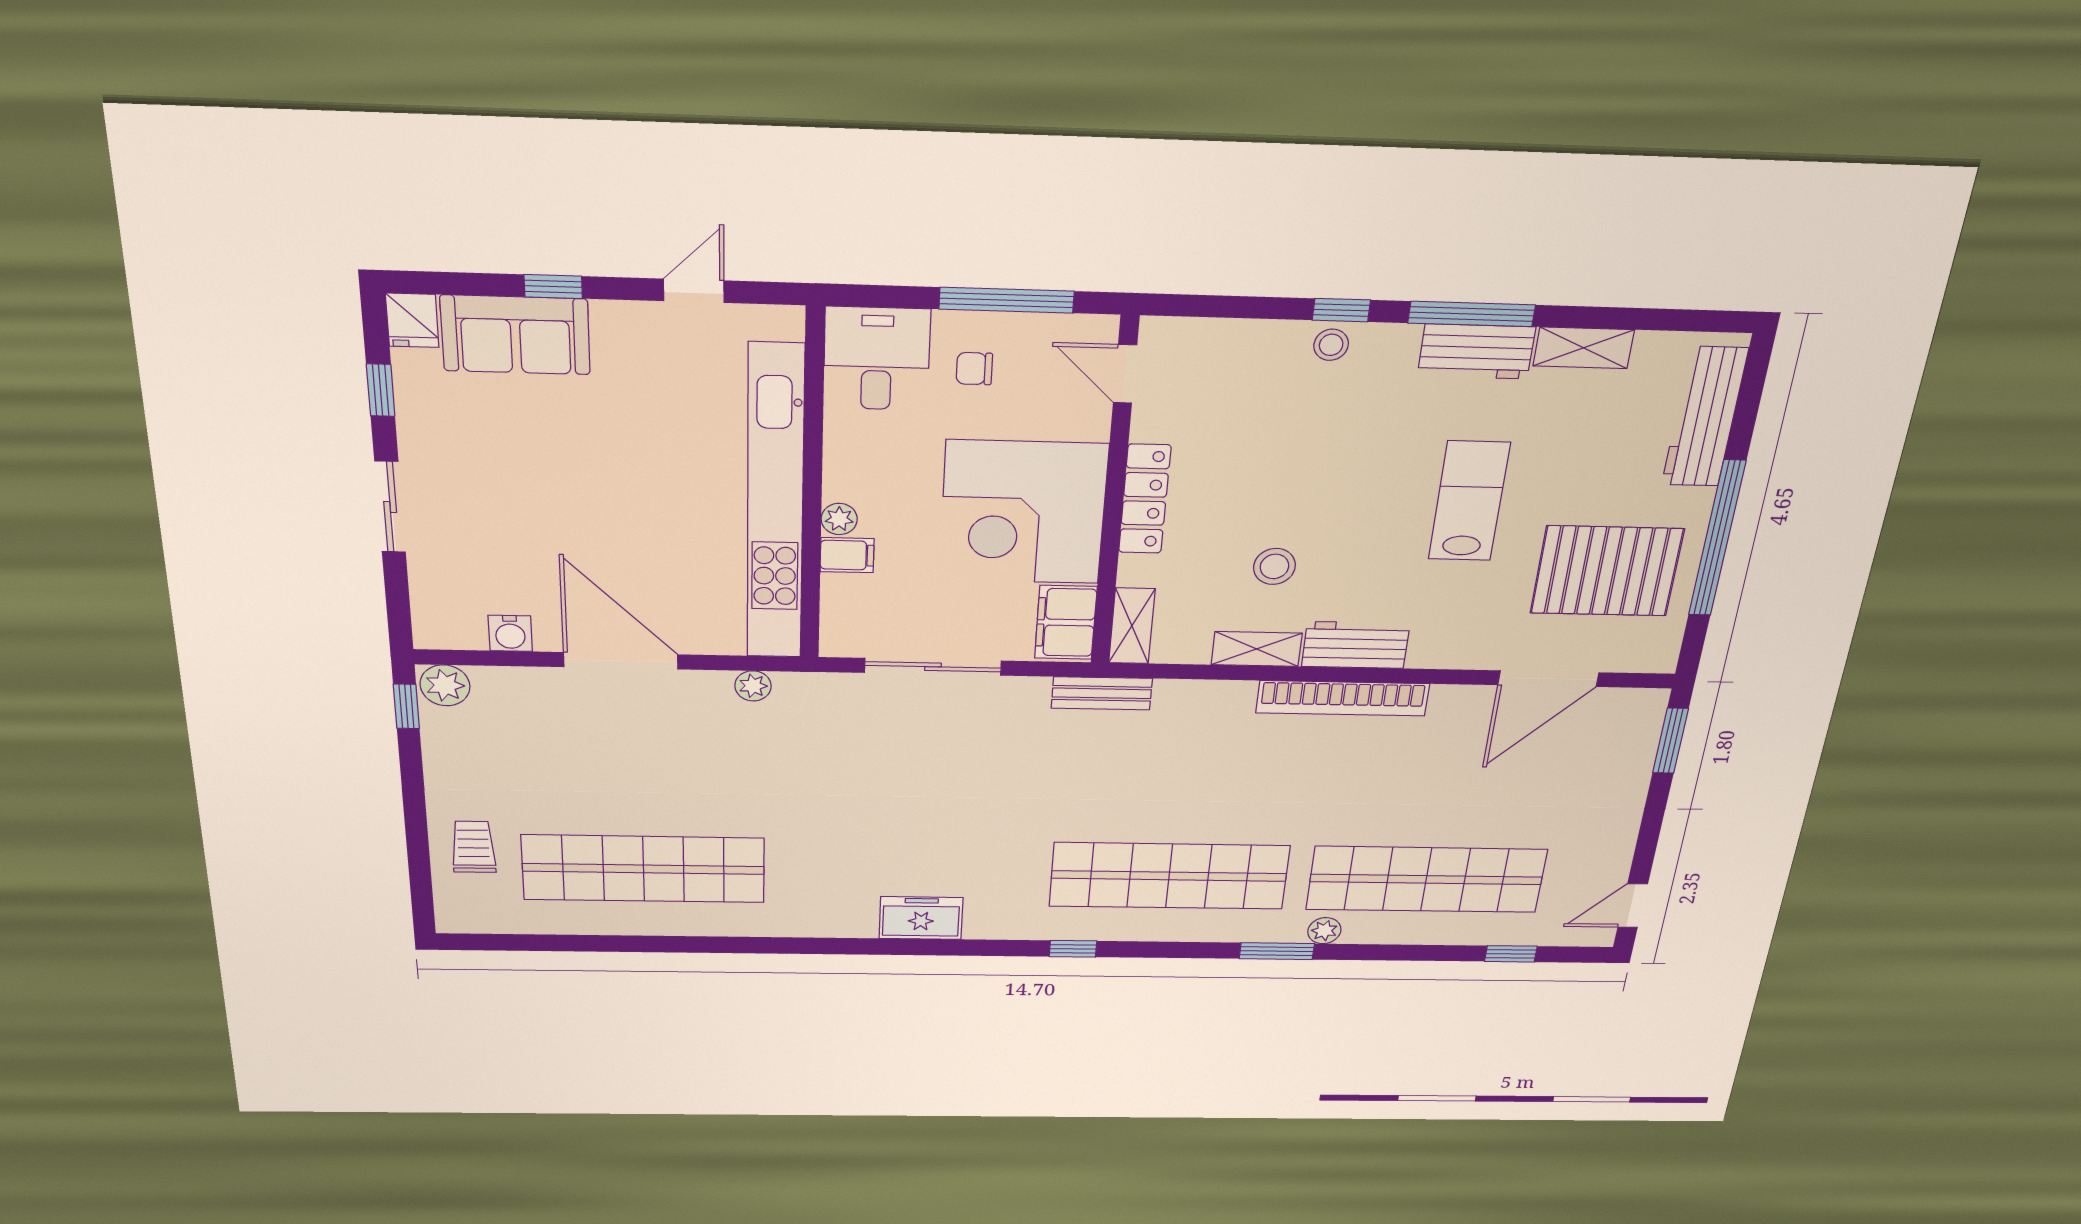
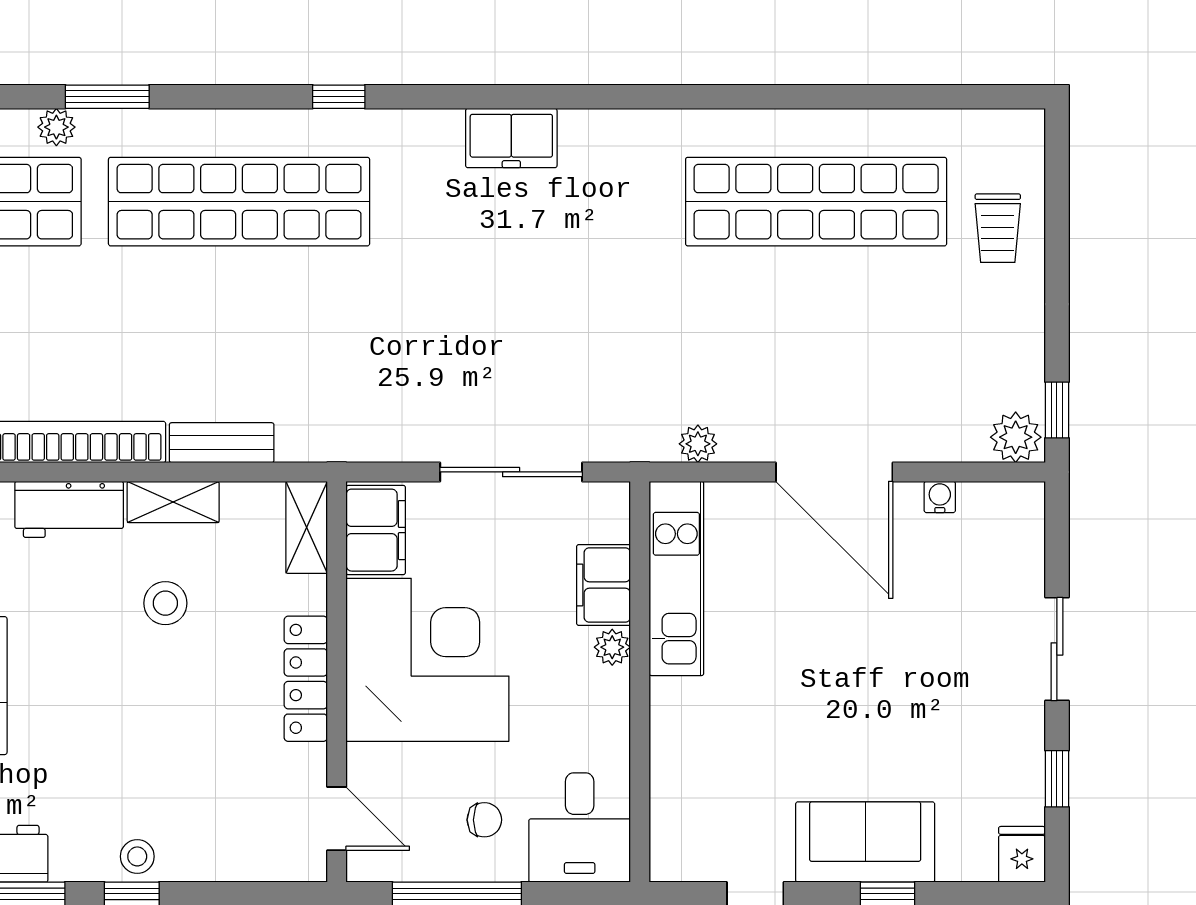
sofa: (515, 335) -> (865, 842), moved
kitchen unit: (775, 505) -> (676, 578), width x0.54
filing cabinet: (847, 555) -> (603, 585), width x2.00
water cooler: (510, 633) -> (940, 497), width x0.72, depth x0.72
bench: (1102, 693) -> (222, 443), moved

